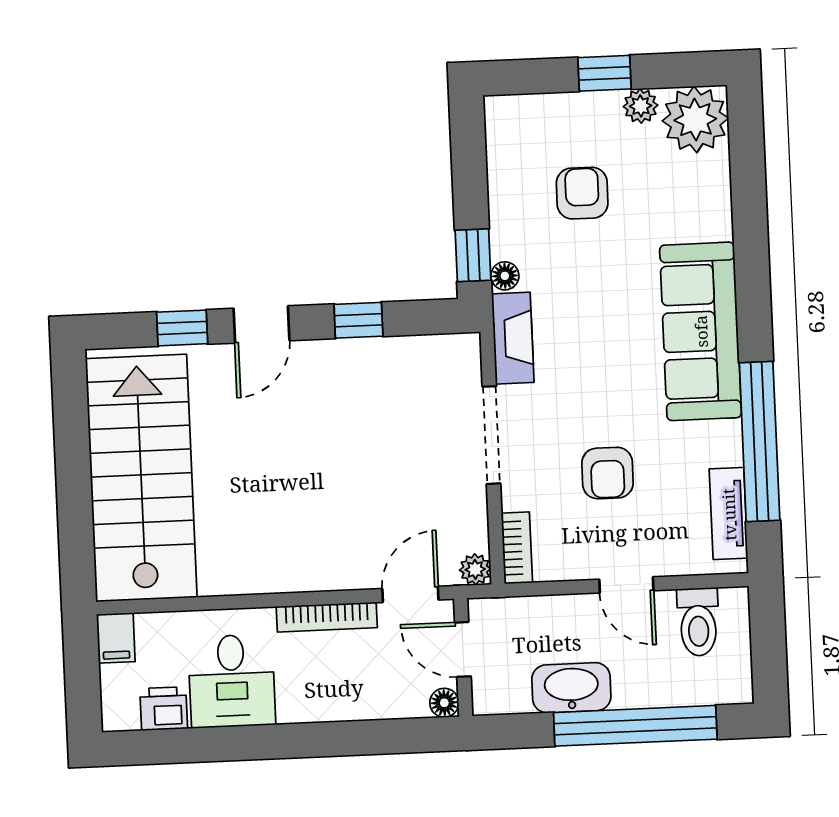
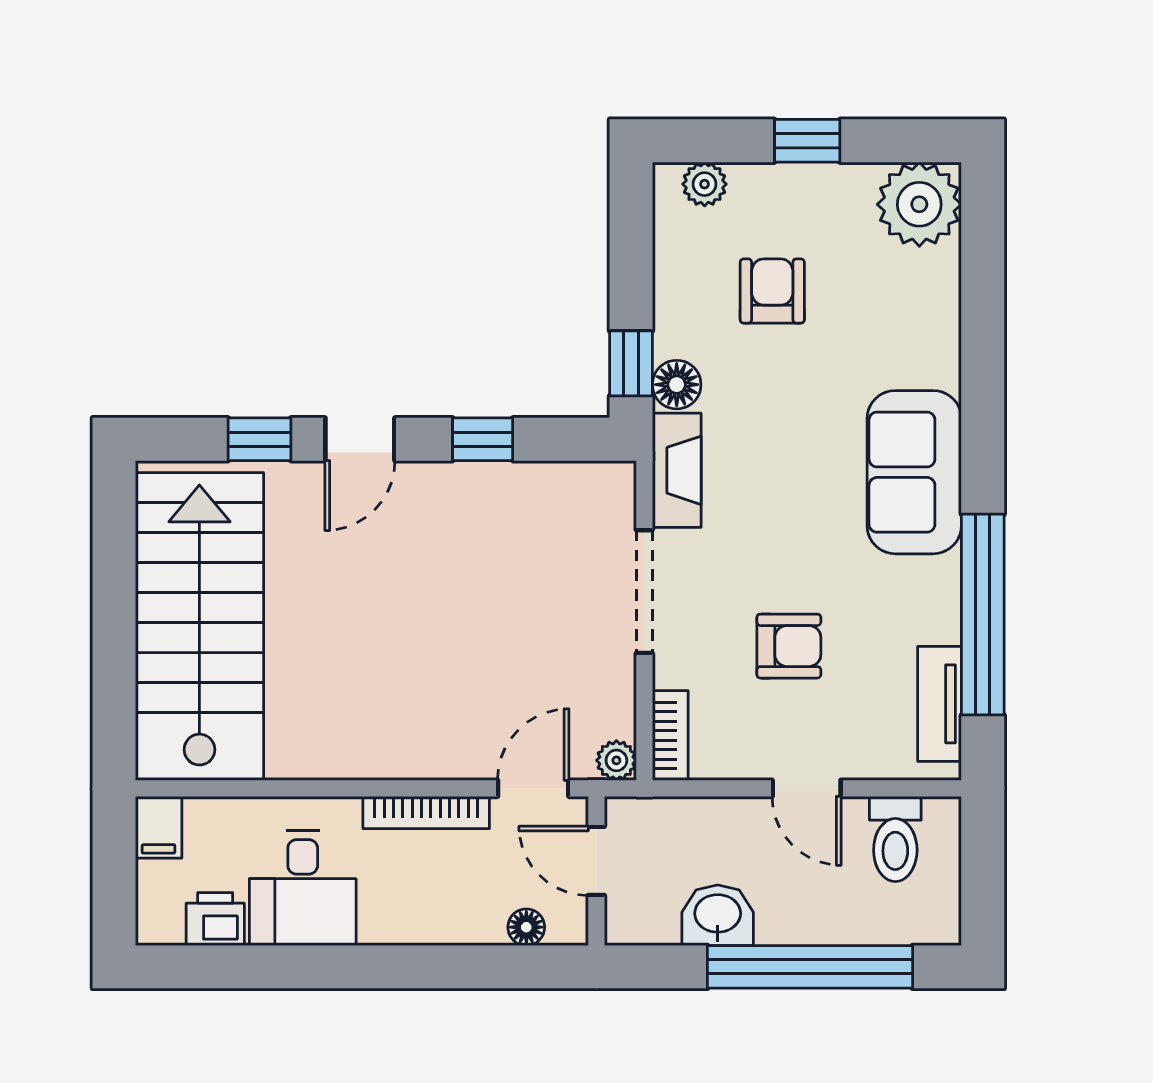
plant: (641, 106) -> (705, 184), moved
floor lamp: (505, 276) -> (677, 385), width x1.37, depth x1.37
sofa: (701, 331) -> (914, 472), width x0.73
armchair: (607, 473) -> (789, 646), turned -90
washbasin: (571, 688) -> (718, 915), width x0.72
floor lamp: (444, 703) -> (526, 927), moved

